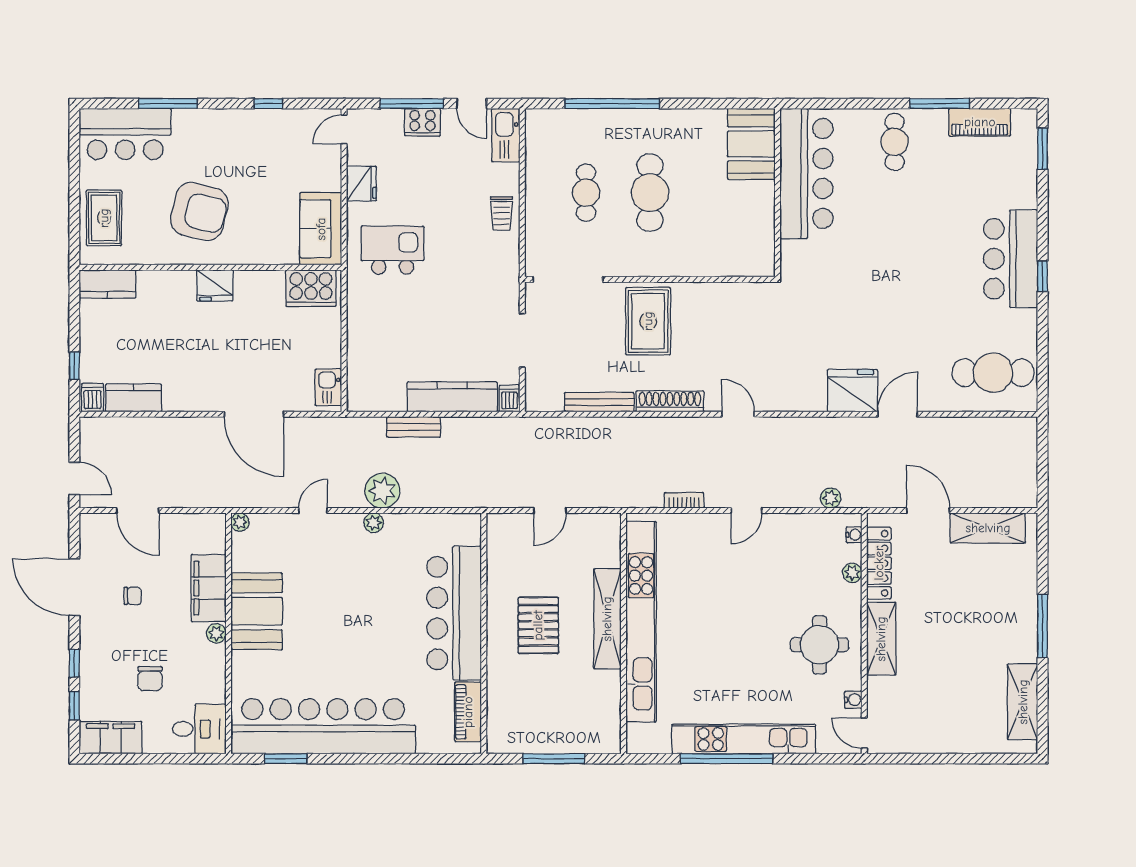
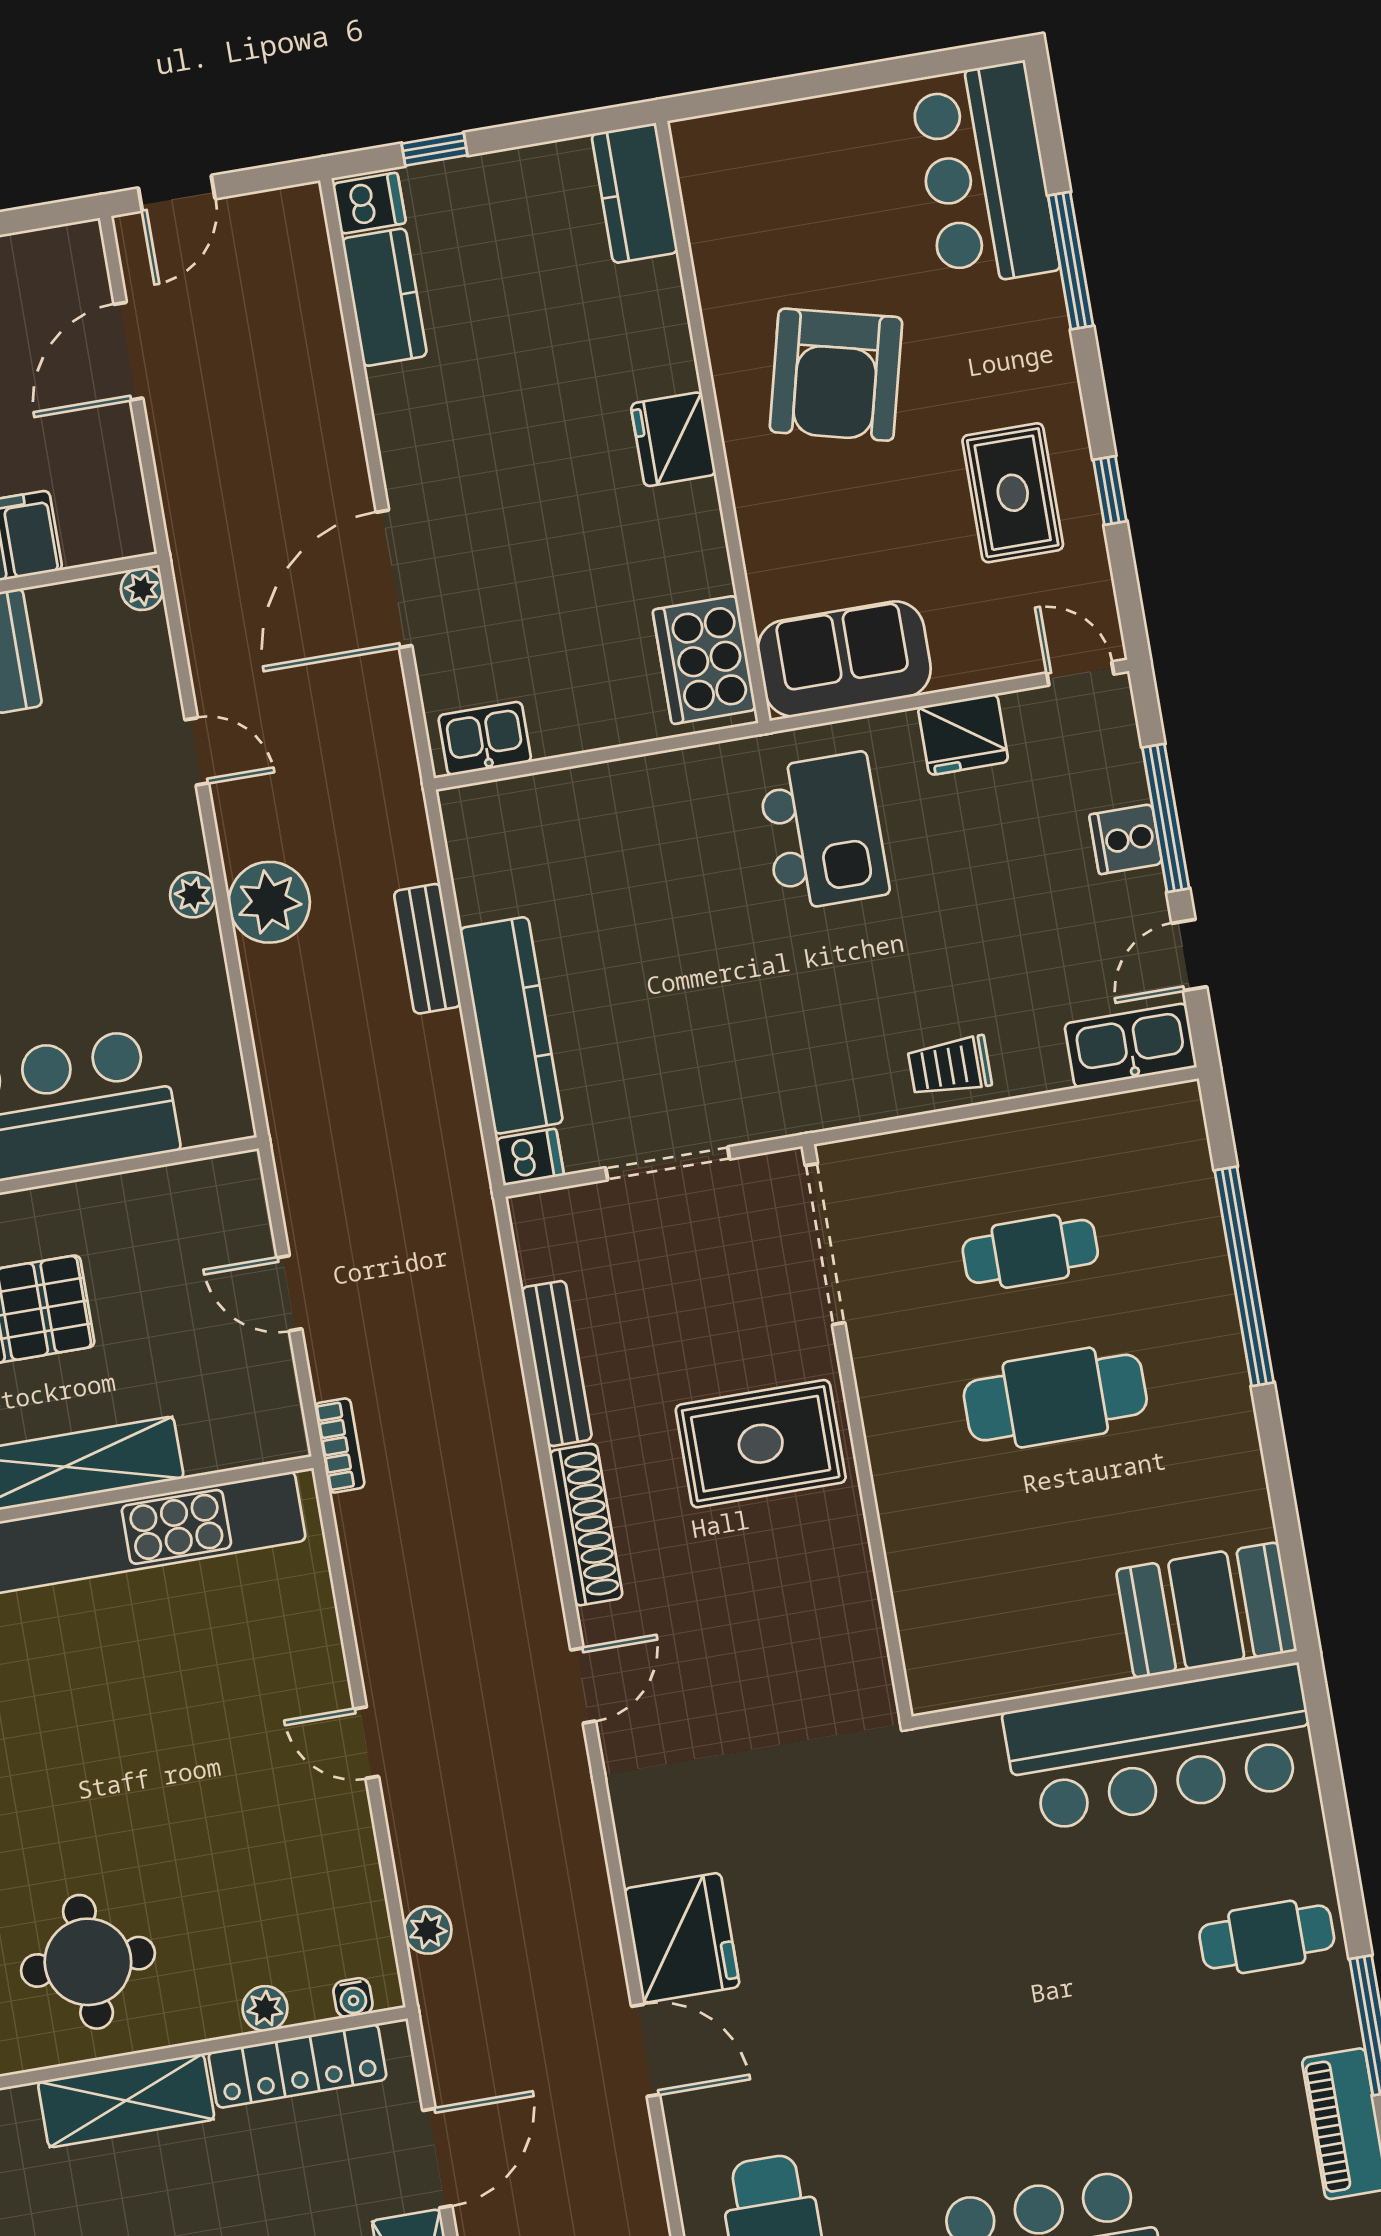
cooker: (422, 122) -> (1126, 839), width x0.73
rug: (104, 218) -> (1013, 493), moved, turned 90
bookcase: (684, 500) -> (340, 1445), moved

